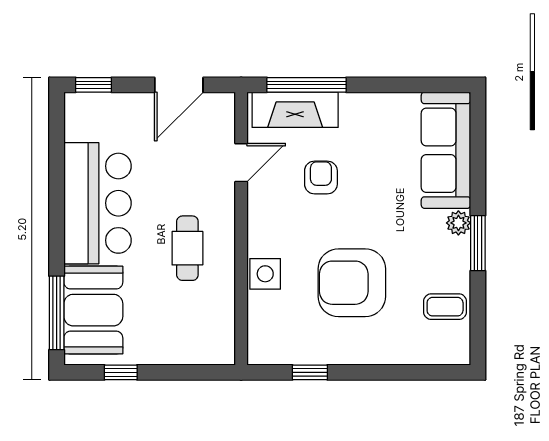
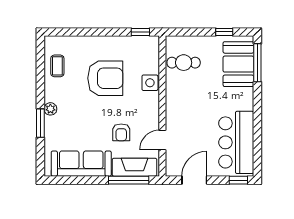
sofa: (446, 150) -> (81, 164), moved, turned -90
bar counter: (98, 203) -> (236, 142), moved
window: (478, 243) -> (40, 123), moved
cafe table: (187, 248) -> (184, 63), moved, turned 90
coffee table: (445, 307) -> (57, 66), turned 90
window: (310, 372) -> (140, 32), moved

